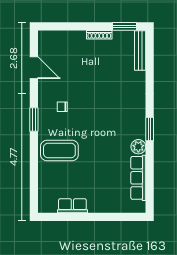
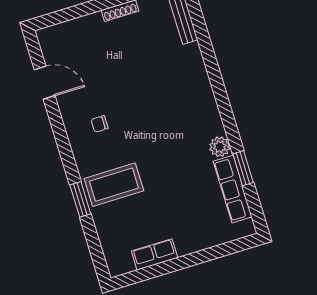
window: (34, 119) -> (80, 199), moved
window: (150, 129) -> (243, 168), moved

